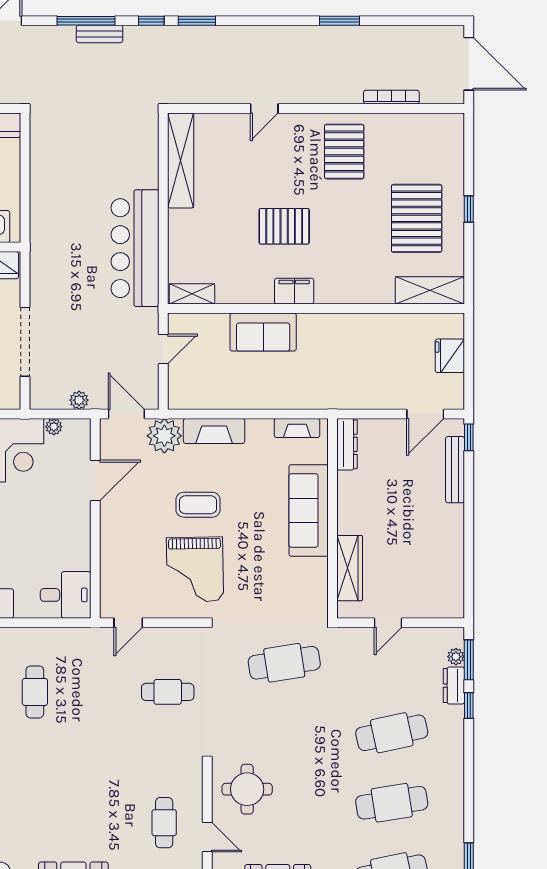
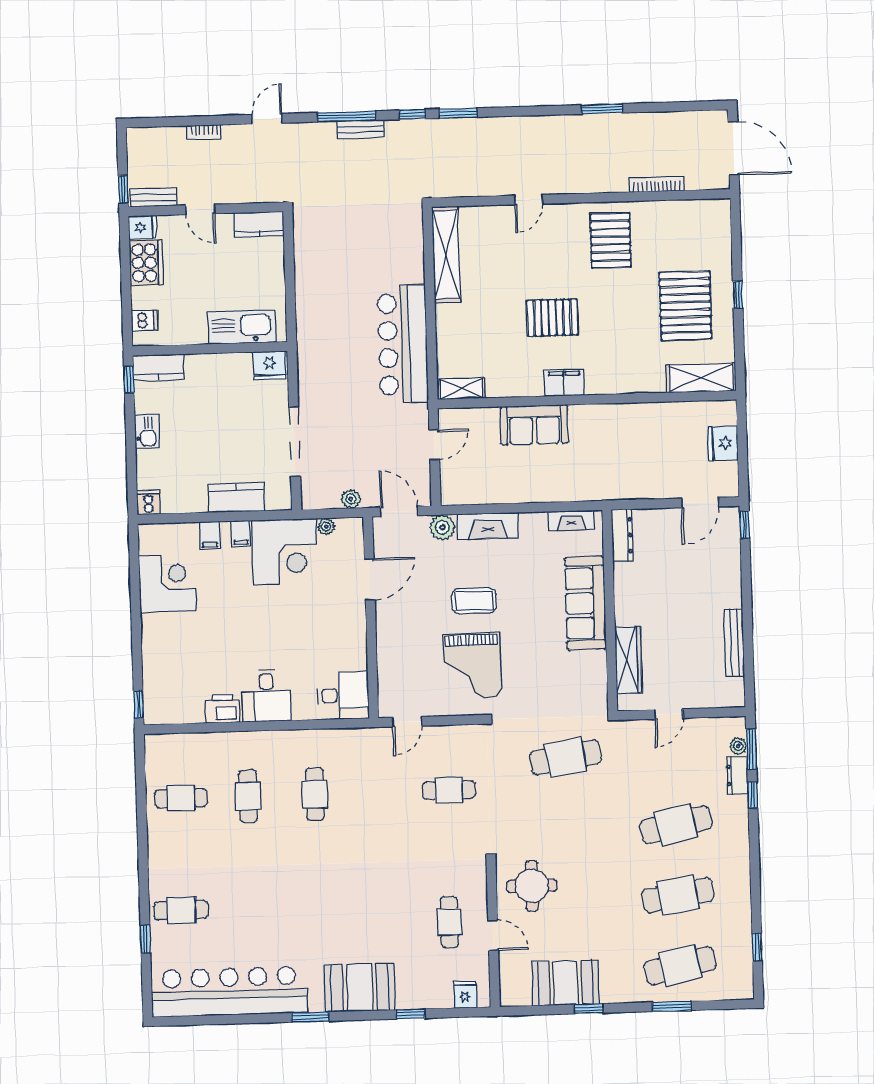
plant: (164, 436) -> (442, 527), width x0.73, depth x0.73
bench: (455, 470) -> (734, 642), moved

